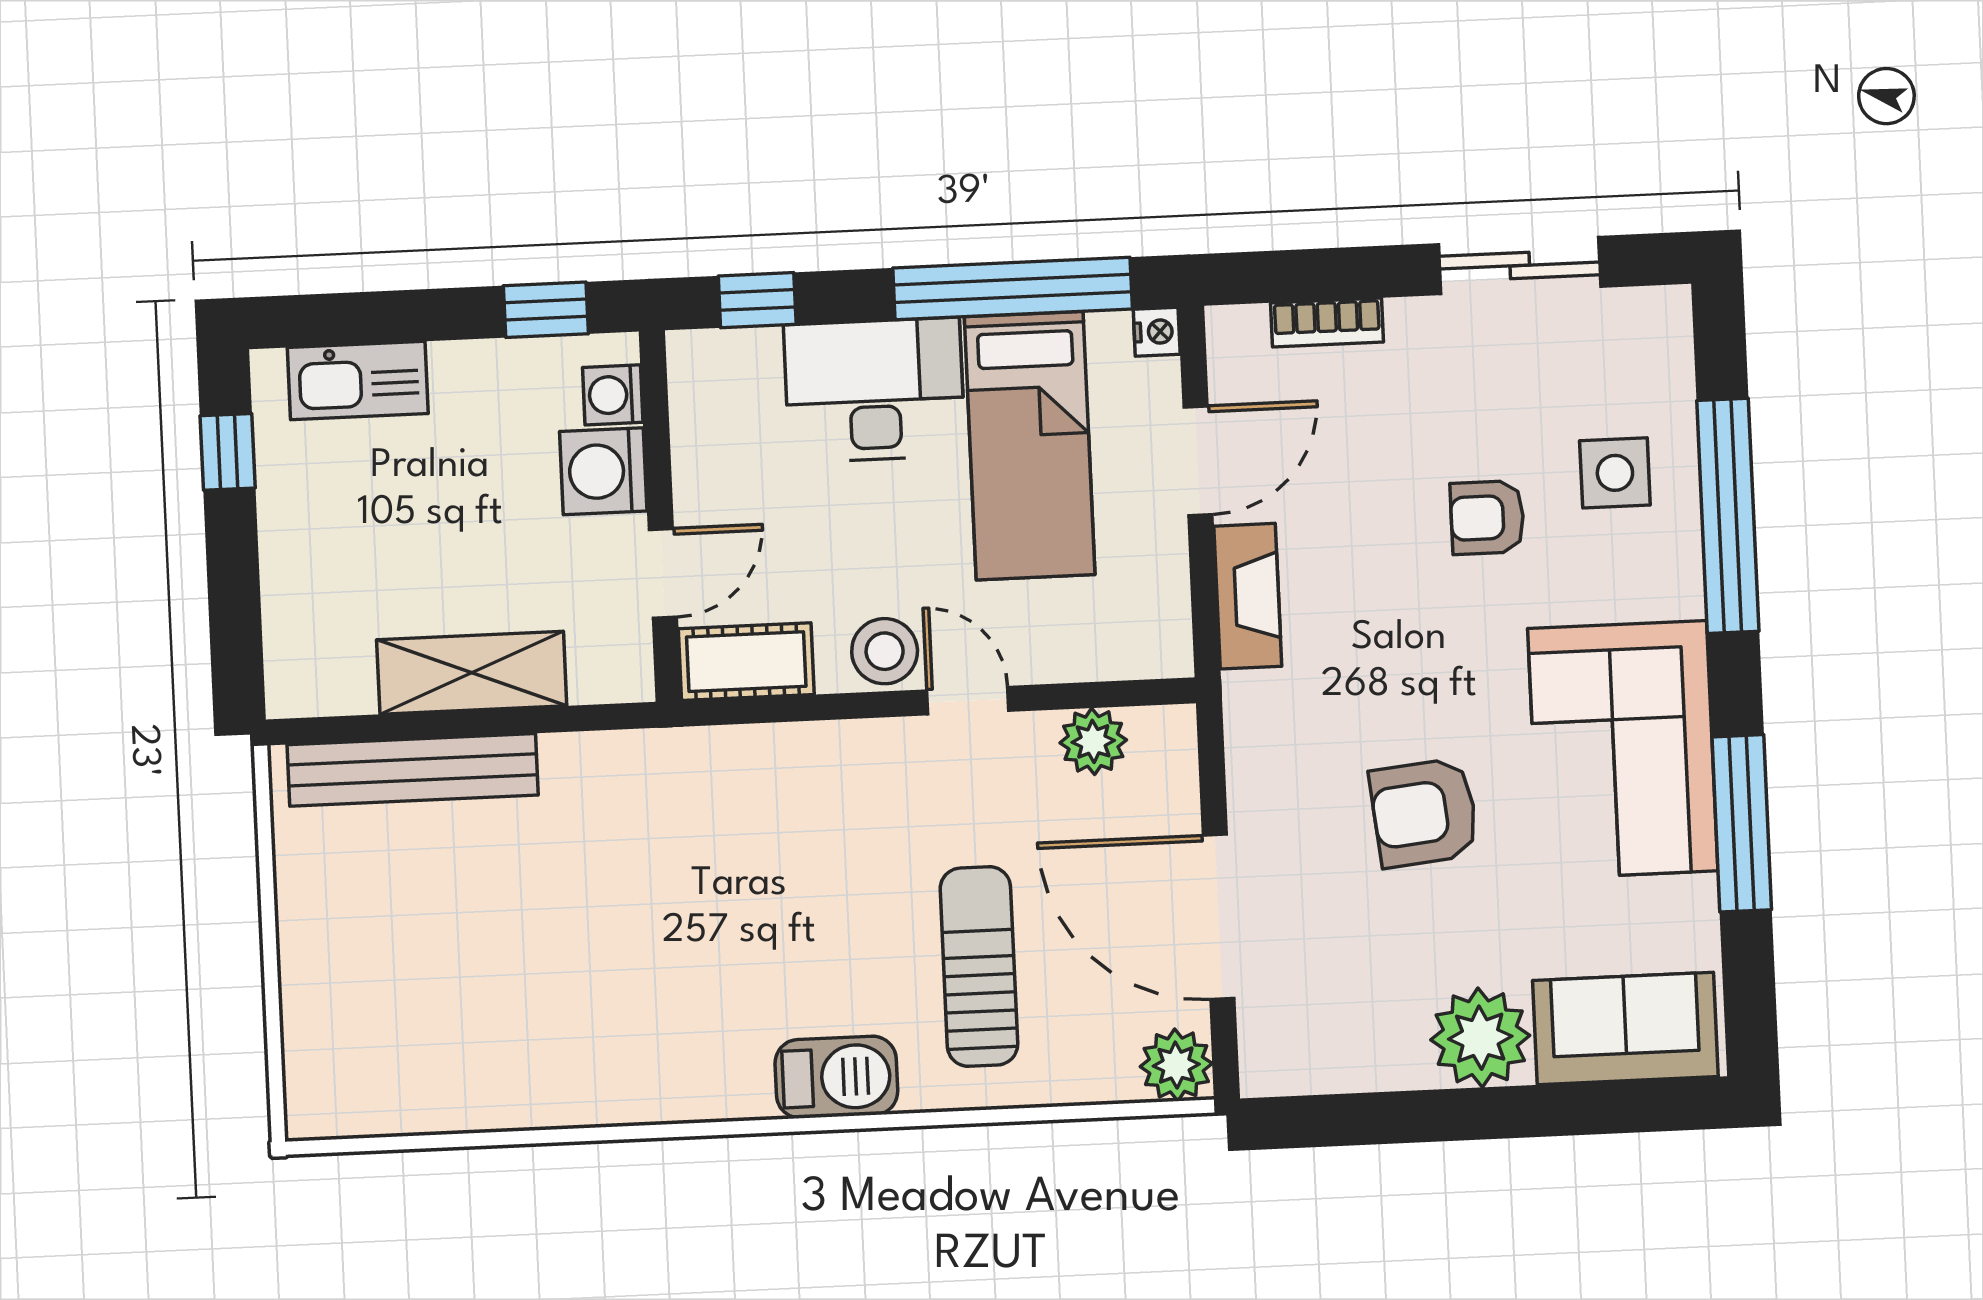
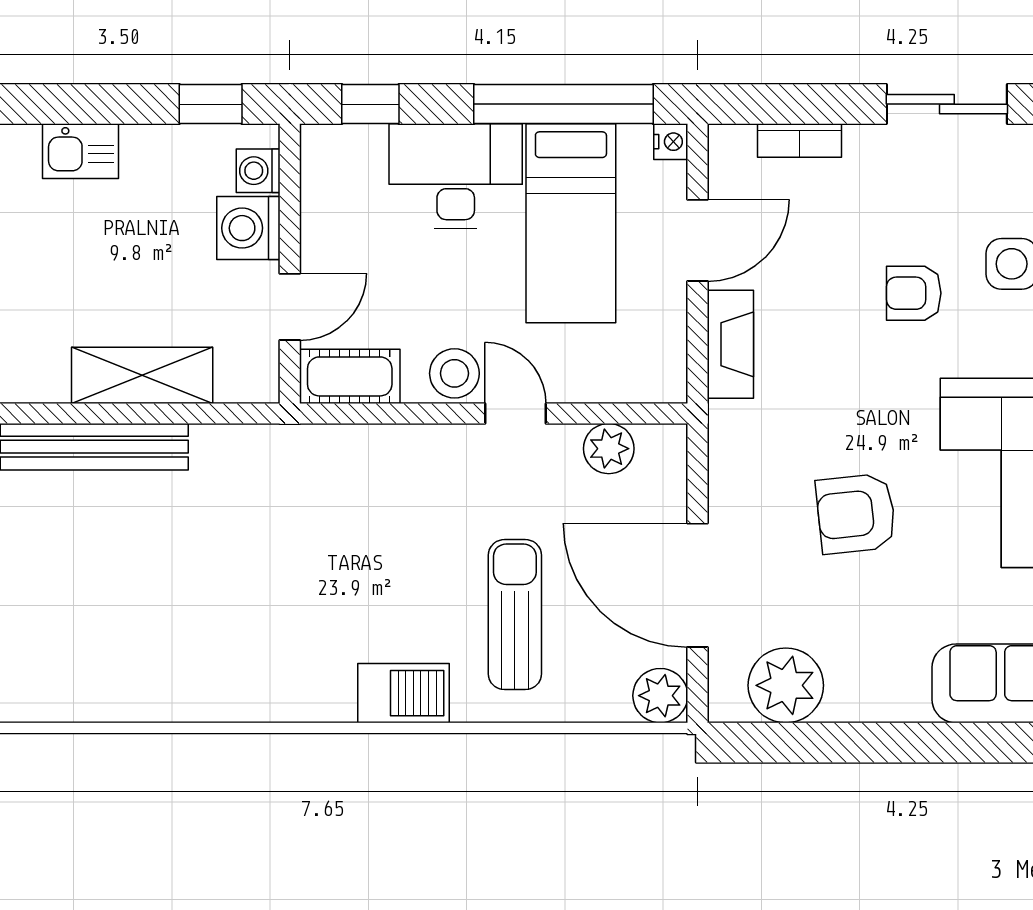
kitchen sink: (358, 381) -> (80, 151), width x0.73
plant: (1480, 1038) -> (786, 685), moved

